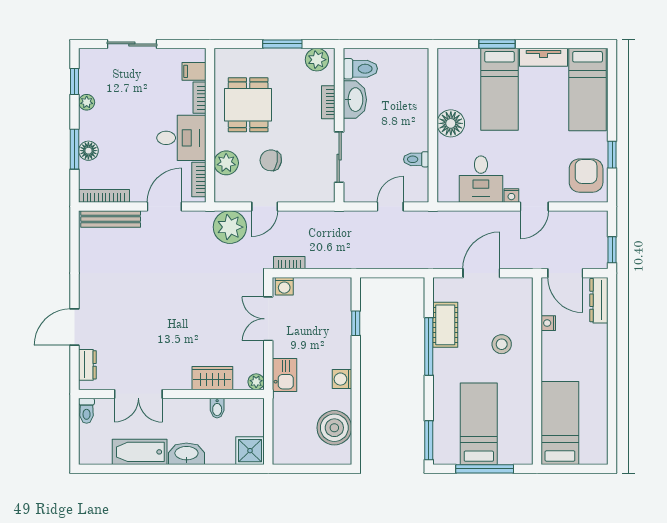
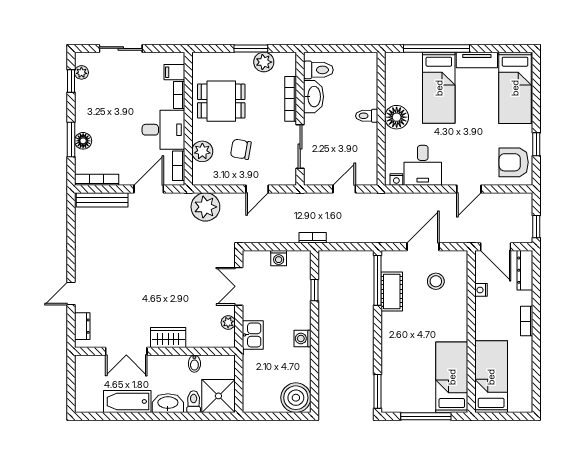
window: (497, 44) -> (437, 48), width x2.11
plant: (317, 60) -> (264, 62), moved
plant: (87, 102) -> (81, 72), moved
bookcase: (328, 102) -> (291, 99), width x1.56
dining table: (248, 105) -> (221, 101), turned 90
toilet: (416, 159) -> (367, 116), moved
armchair: (586, 176) -> (514, 162), turned -90
nightstand: (511, 195) -> (396, 180), moved
door: (265, 206) -> (257, 189), moved
bookcase: (289, 263) -> (313, 238), moved
washing machine: (284, 286) -> (279, 258), moved
door: (75, 327) -> (71, 293), width x0.73
stool: (502, 344) -> (436, 281), moved
window: (429, 346) -> (378, 280), moved
bookcase: (601, 359) -> (527, 321), added
wardrobe: (212, 378) -> (168, 338), moved
plant: (256, 382) -> (228, 322), moved
toilet: (87, 411) -> (194, 402), moved, turned 180
bed: (479, 424) -> (452, 377), moved
boiler: (334, 428) -> (296, 398), moved
shower: (250, 451) -> (218, 396), width x1.36, depth x1.36

